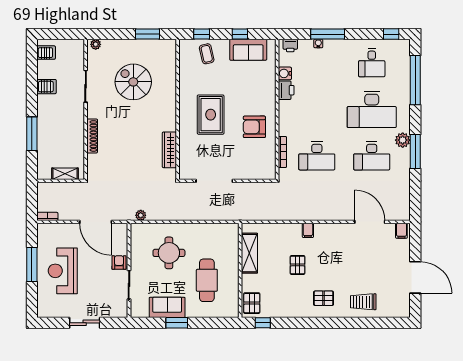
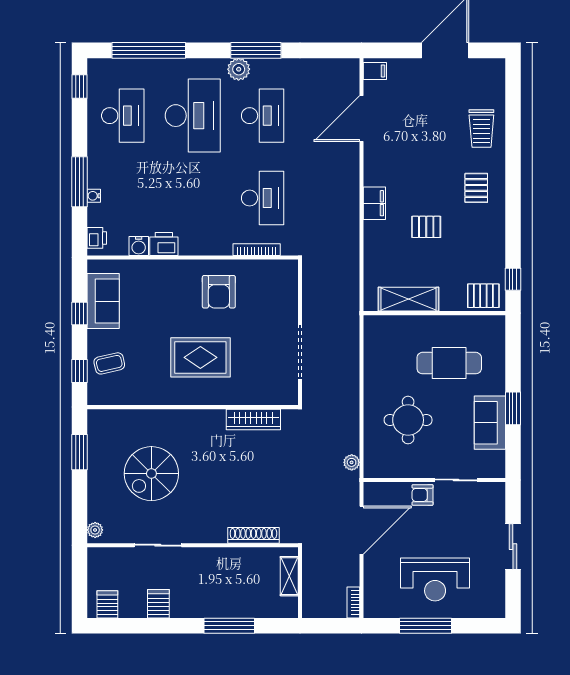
desk: (372, 63) -> (123, 116), width x1.37
shoe rack: (92, 136) -> (253, 535), moved
filing cabinet: (308, 230) -> (374, 203), width x2.00

